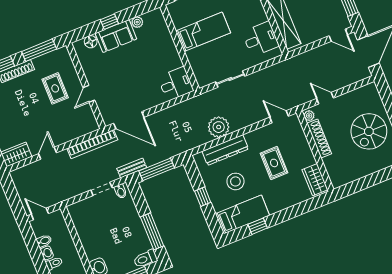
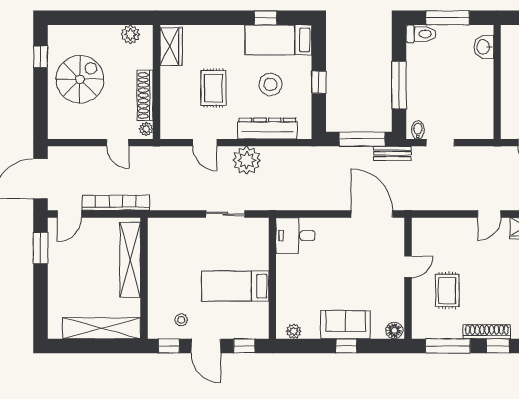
plant: (137, 22) -> (294, 331), moved
door: (338, 35) -> (69, 214), swing flipped
desk: (261, 39) -> (168, 248), removed
floor lamp: (91, 42) -> (394, 330), moved
door: (279, 117) -> (205, 143), moved
plant: (219, 127) -> (247, 160), moved
bookcase: (92, 144) -> (116, 203), moved
plant: (347, 177) -> (130, 34), added
window: (152, 231) -> (399, 85), moved

